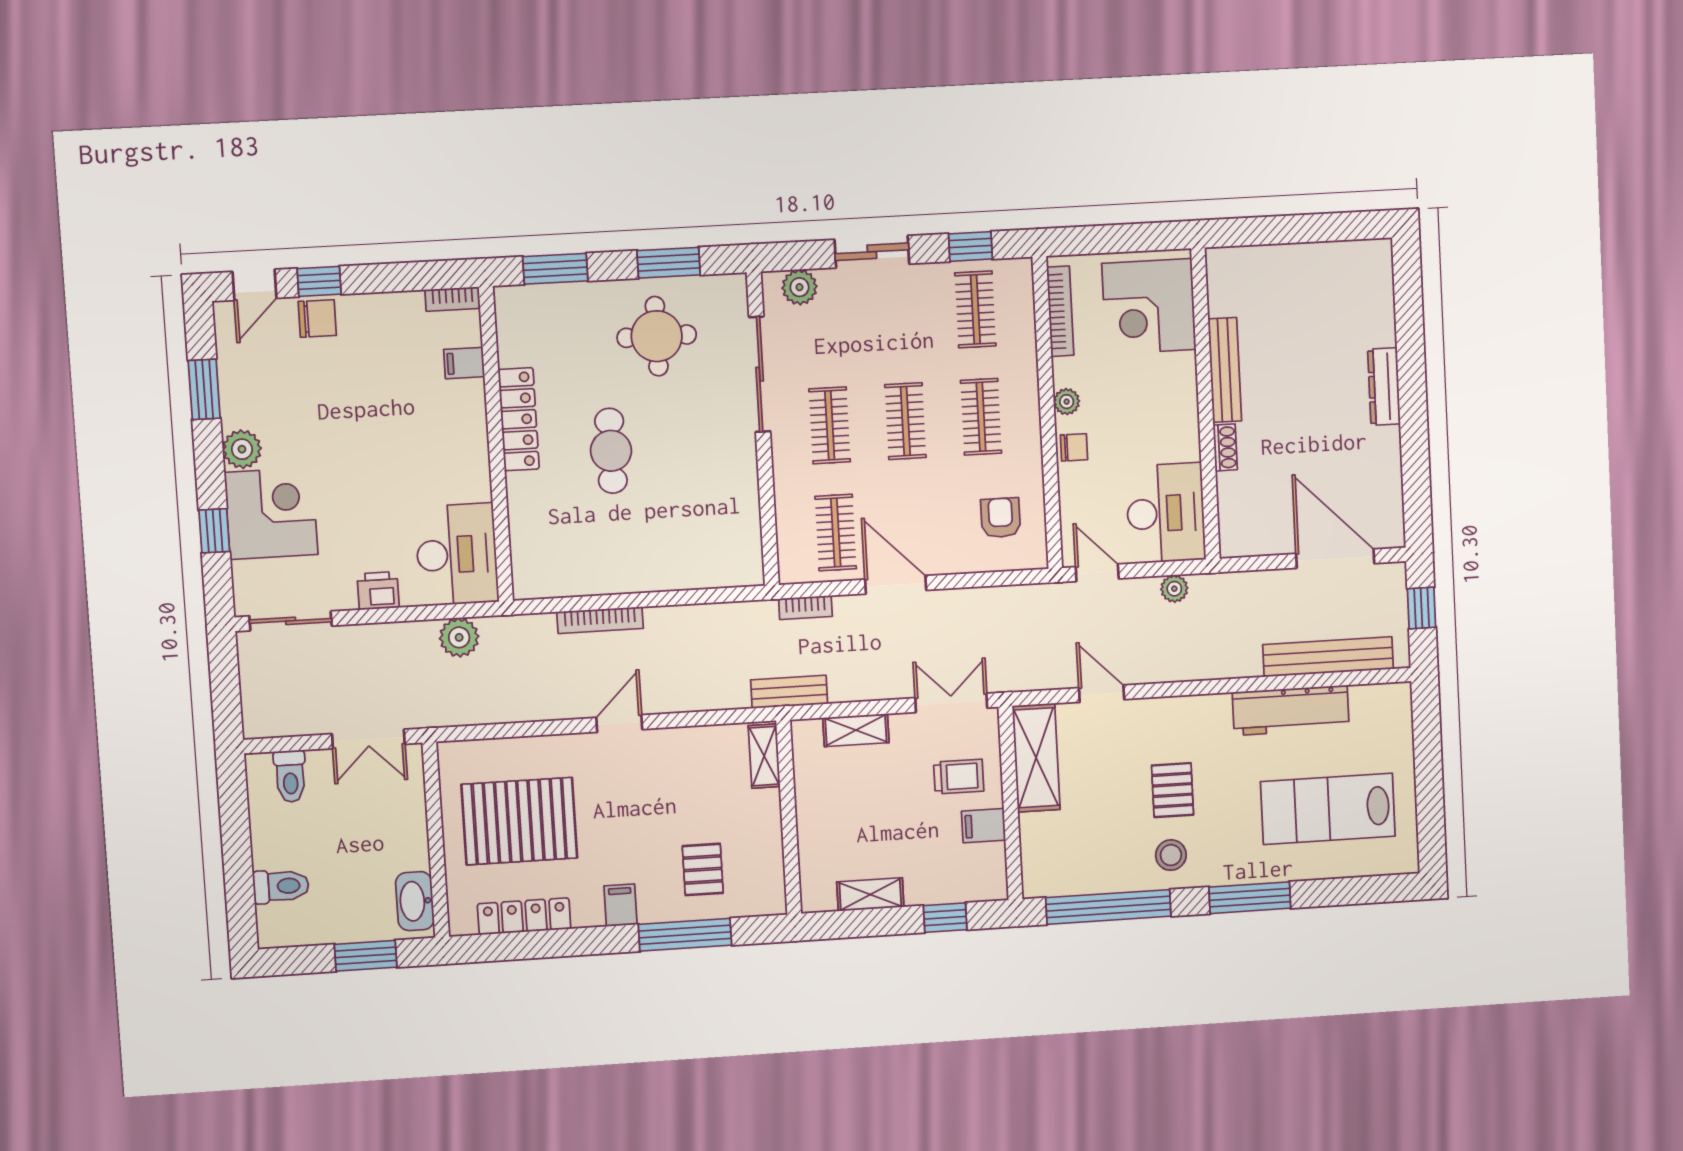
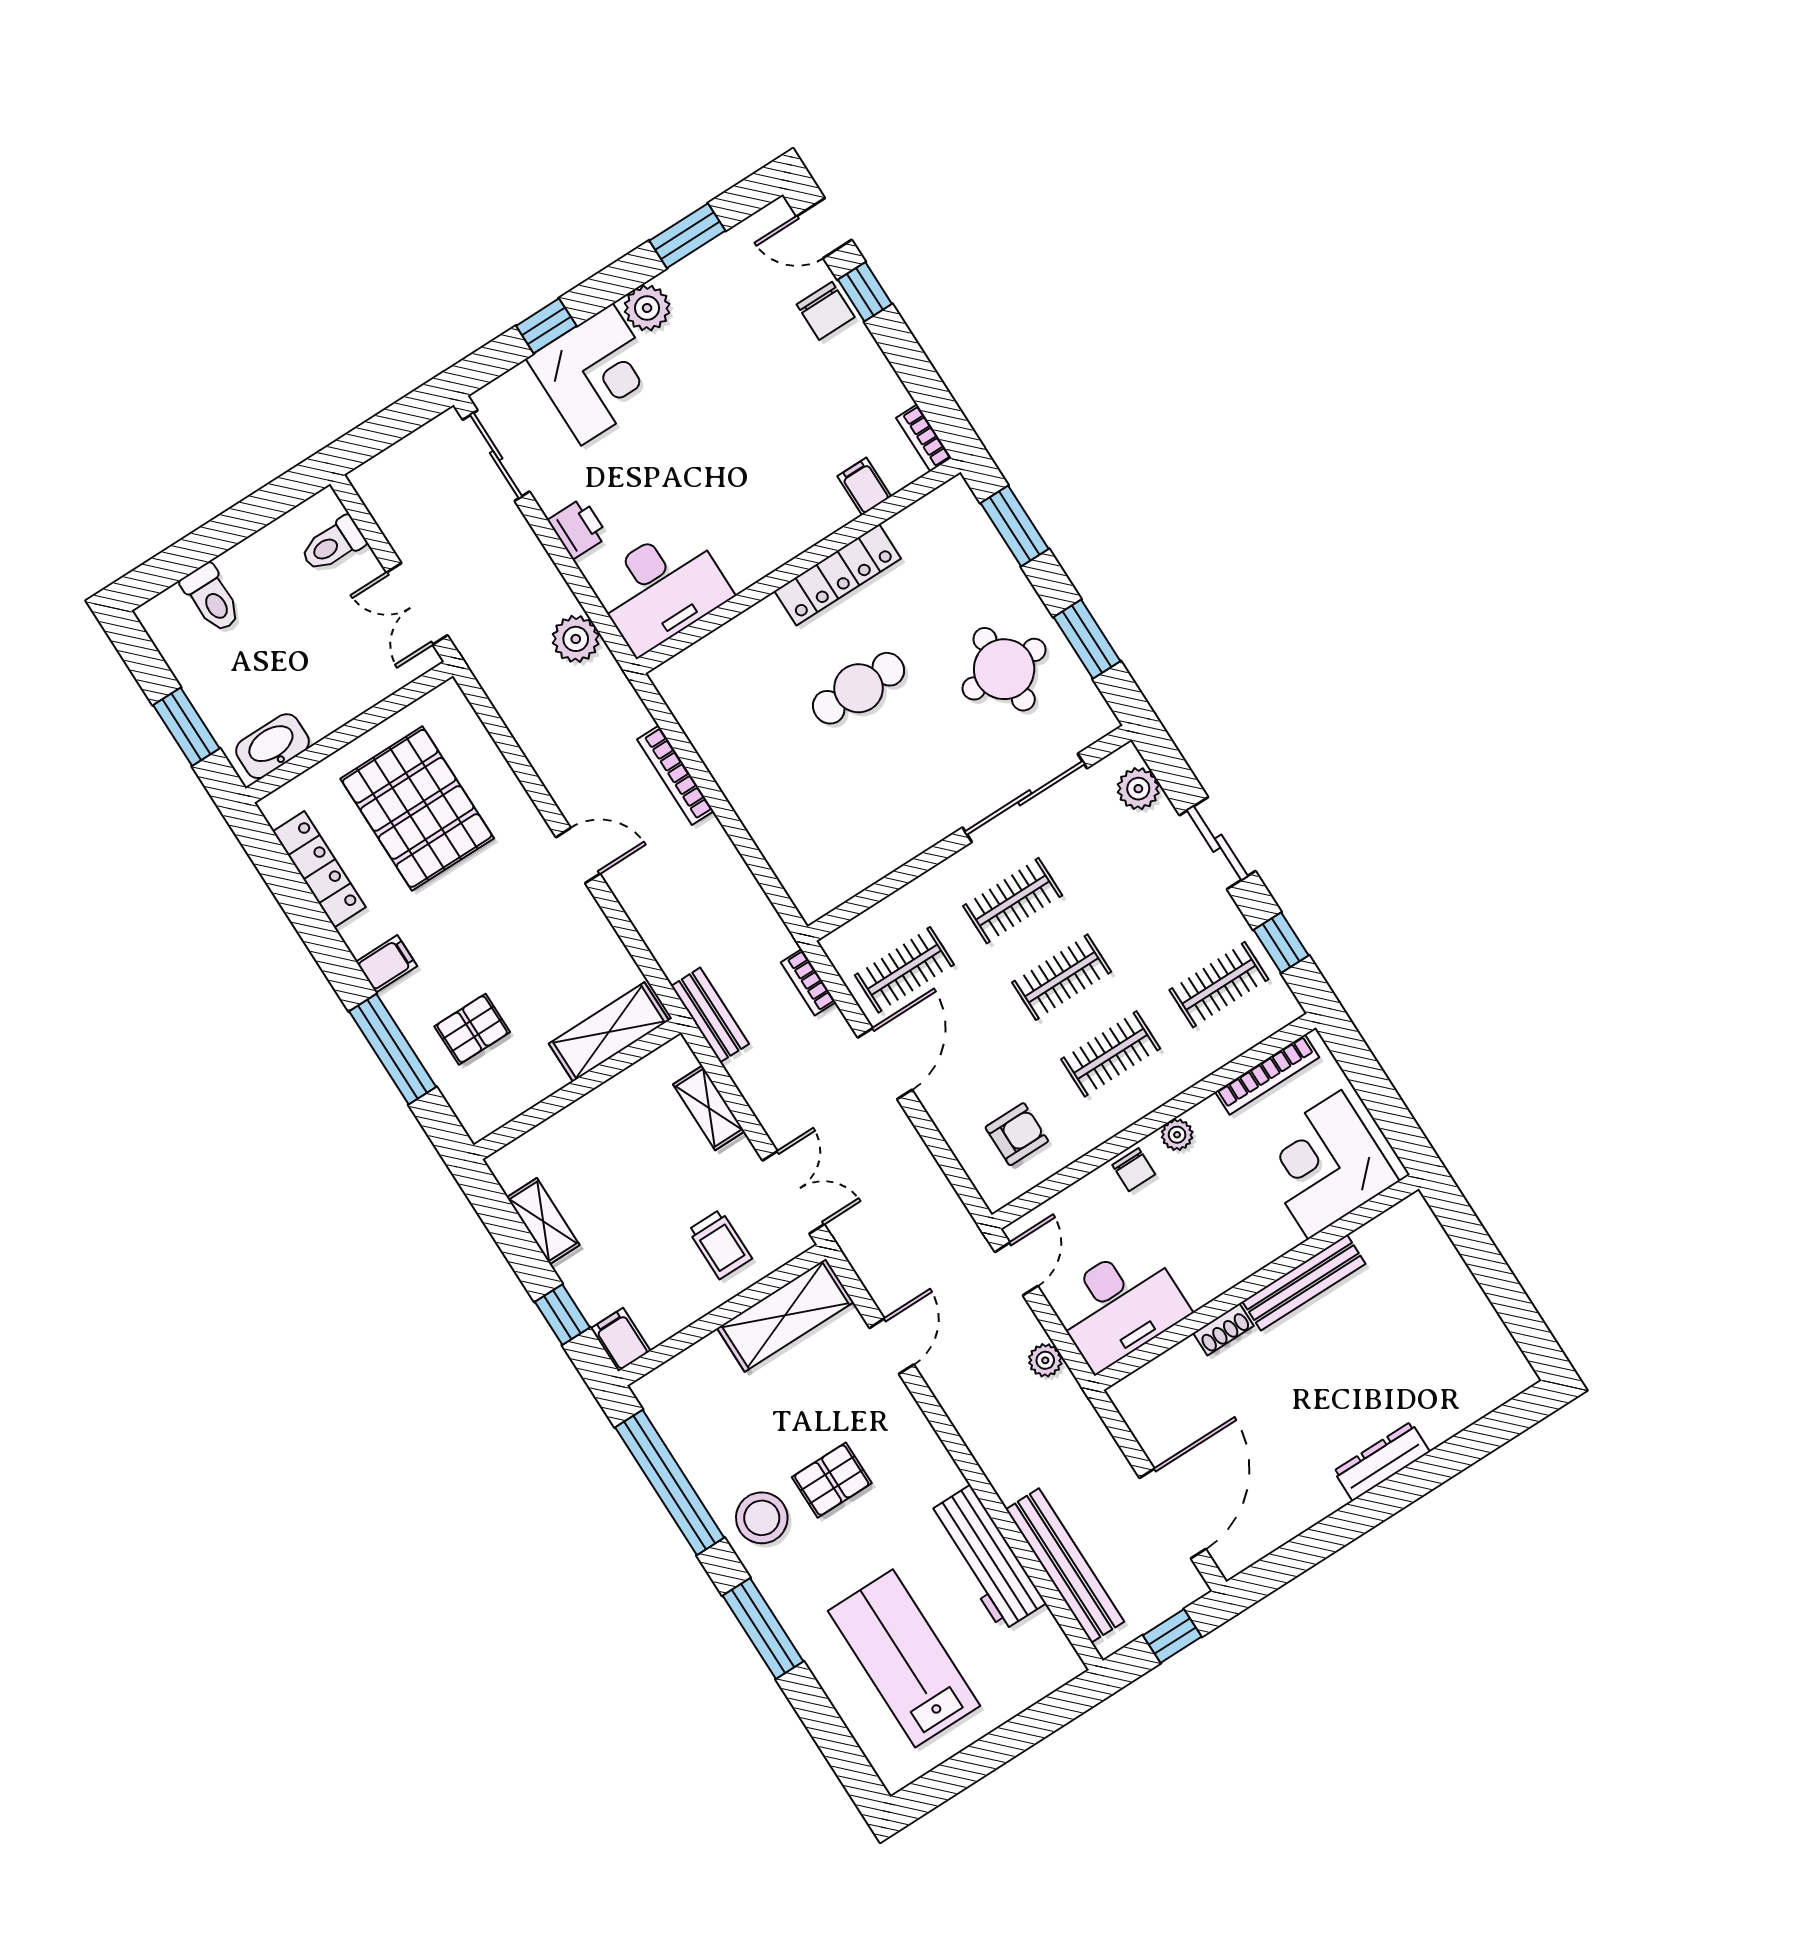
shelving: (764, 756) -> (609, 1032), width x1.50, depth x1.33
filing cabinet: (984, 826) -> (621, 1340), moved
stool: (1171, 855) -> (762, 1518), width x1.38, depth x1.38

